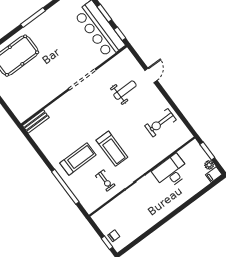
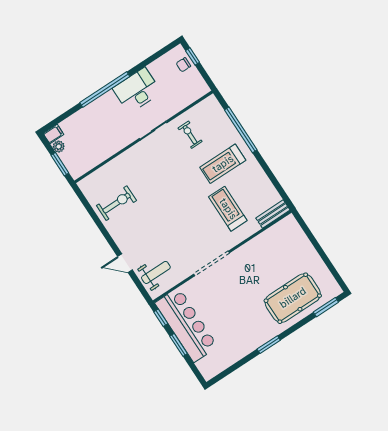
window: (33, 18) -> (269, 345), width x0.69
door: (151, 75) -> (125, 263), hinge flipped
weight bench: (125, 90) -> (156, 272), moved, turned 180
treadmill: (112, 149) -> (228, 209), moved
desk: (171, 172) -> (137, 90), moved, turned 180
window: (175, 212) -> (105, 90), added

